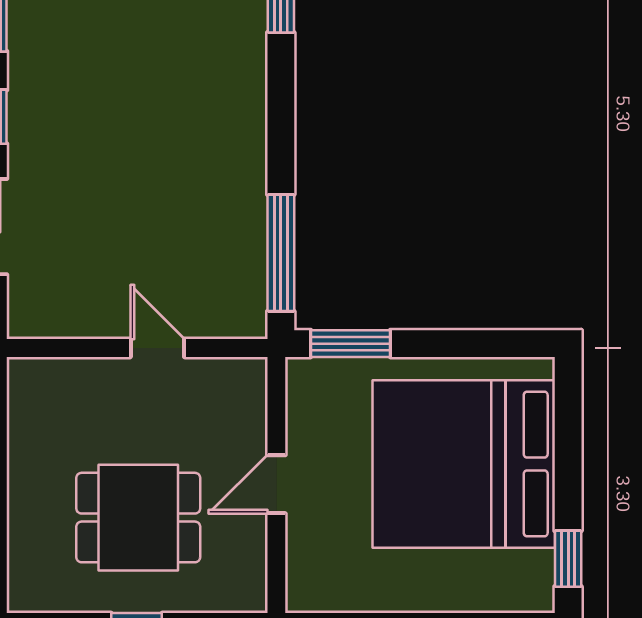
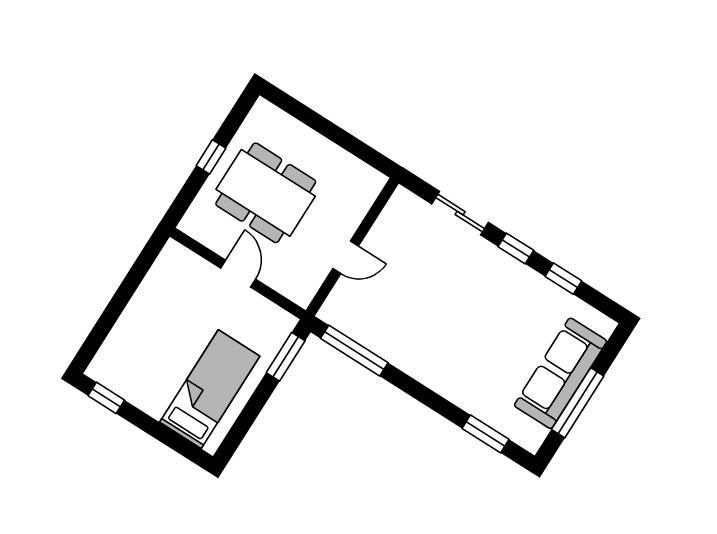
bed: (464, 464) -> (210, 389), width x0.49
dining table: (138, 518) -> (266, 193), width x1.38

